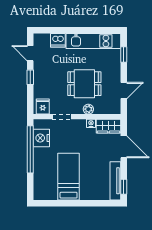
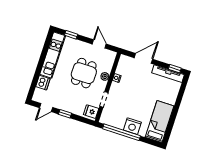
wardrobe: (108, 126) -> (123, 65), removed
nightstand: (41, 138) -> (132, 126), moved
bed: (69, 177) -> (159, 122), moved, turned 90

